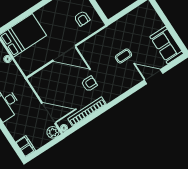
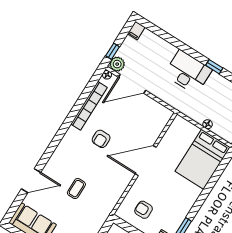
window: (52, 143) -> (113, 51), added
filing cabinet: (26, 146) -> (136, 31), width x0.50

